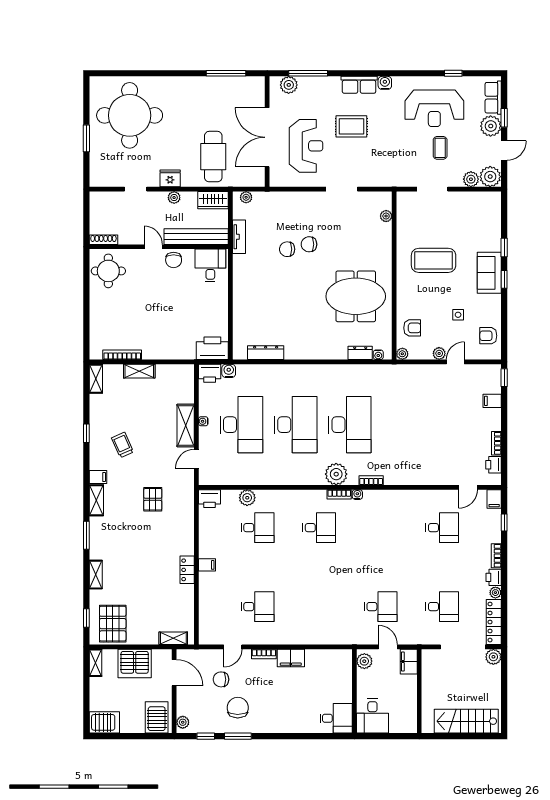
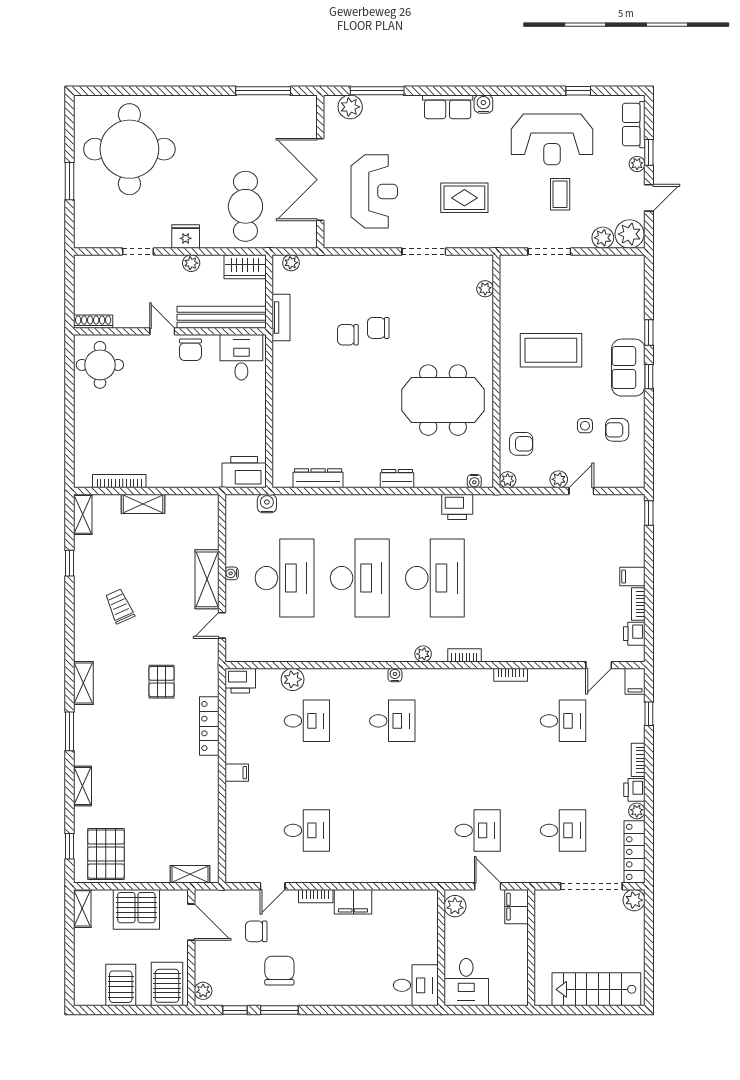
rug: (351, 126) -> (464, 198), moved
plant: (491, 126) -> (637, 164), width x0.53, depth x0.53
armchair: (488, 336) -> (617, 430), moved
dresser: (360, 353) -> (397, 479), moved
printer: (210, 373) -> (457, 507), moved
filing cabinet: (492, 401) -> (632, 577), moved
window: (86, 433) -> (69, 563), moved
plant: (336, 474) -> (423, 654), width x0.53, depth x0.53
filing cabinet: (98, 477) -> (86, 651), removed
bookcase: (339, 494) -> (511, 675), moved
water cooler: (357, 495) -> (395, 675), moved
locker: (187, 570) -> (209, 726), moved, width x1.53
server rack: (104, 722) -> (121, 985), moved, turned -90

